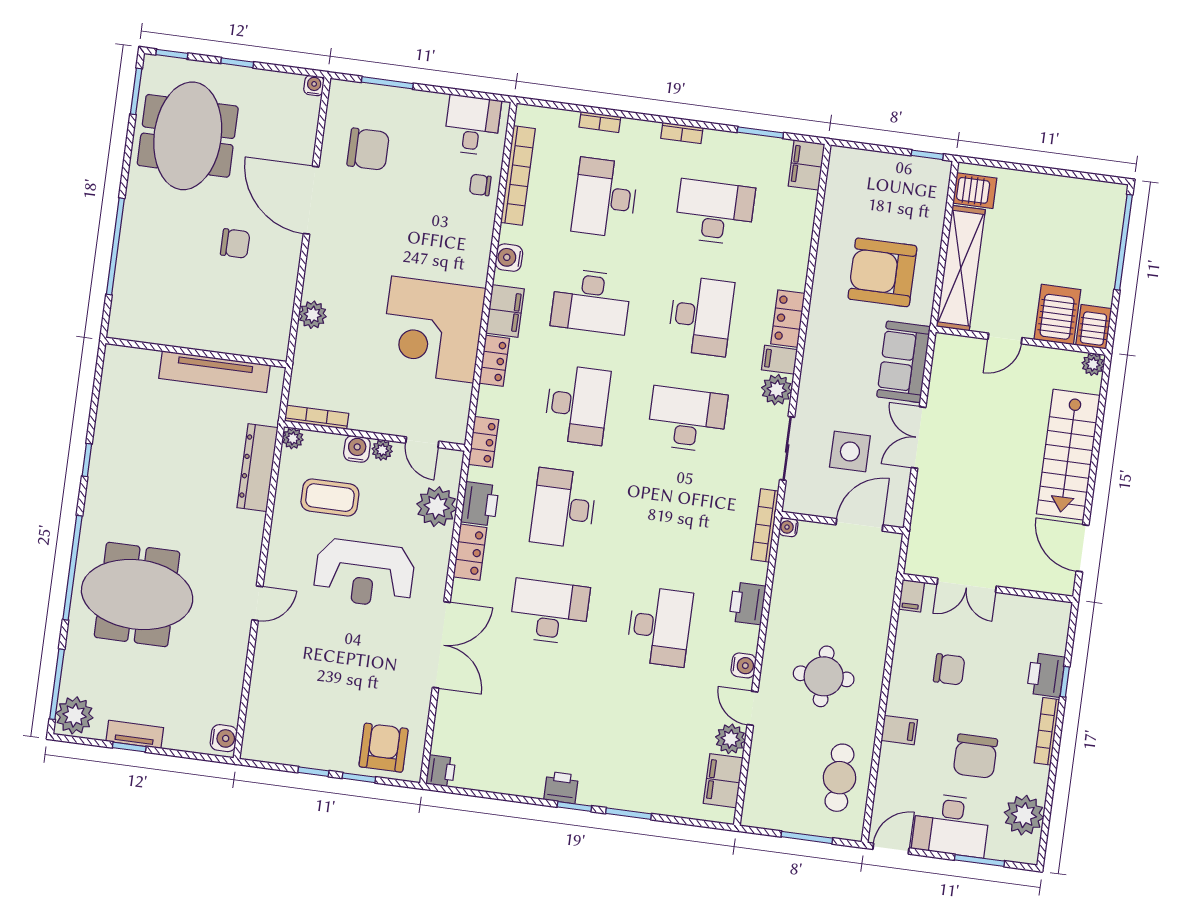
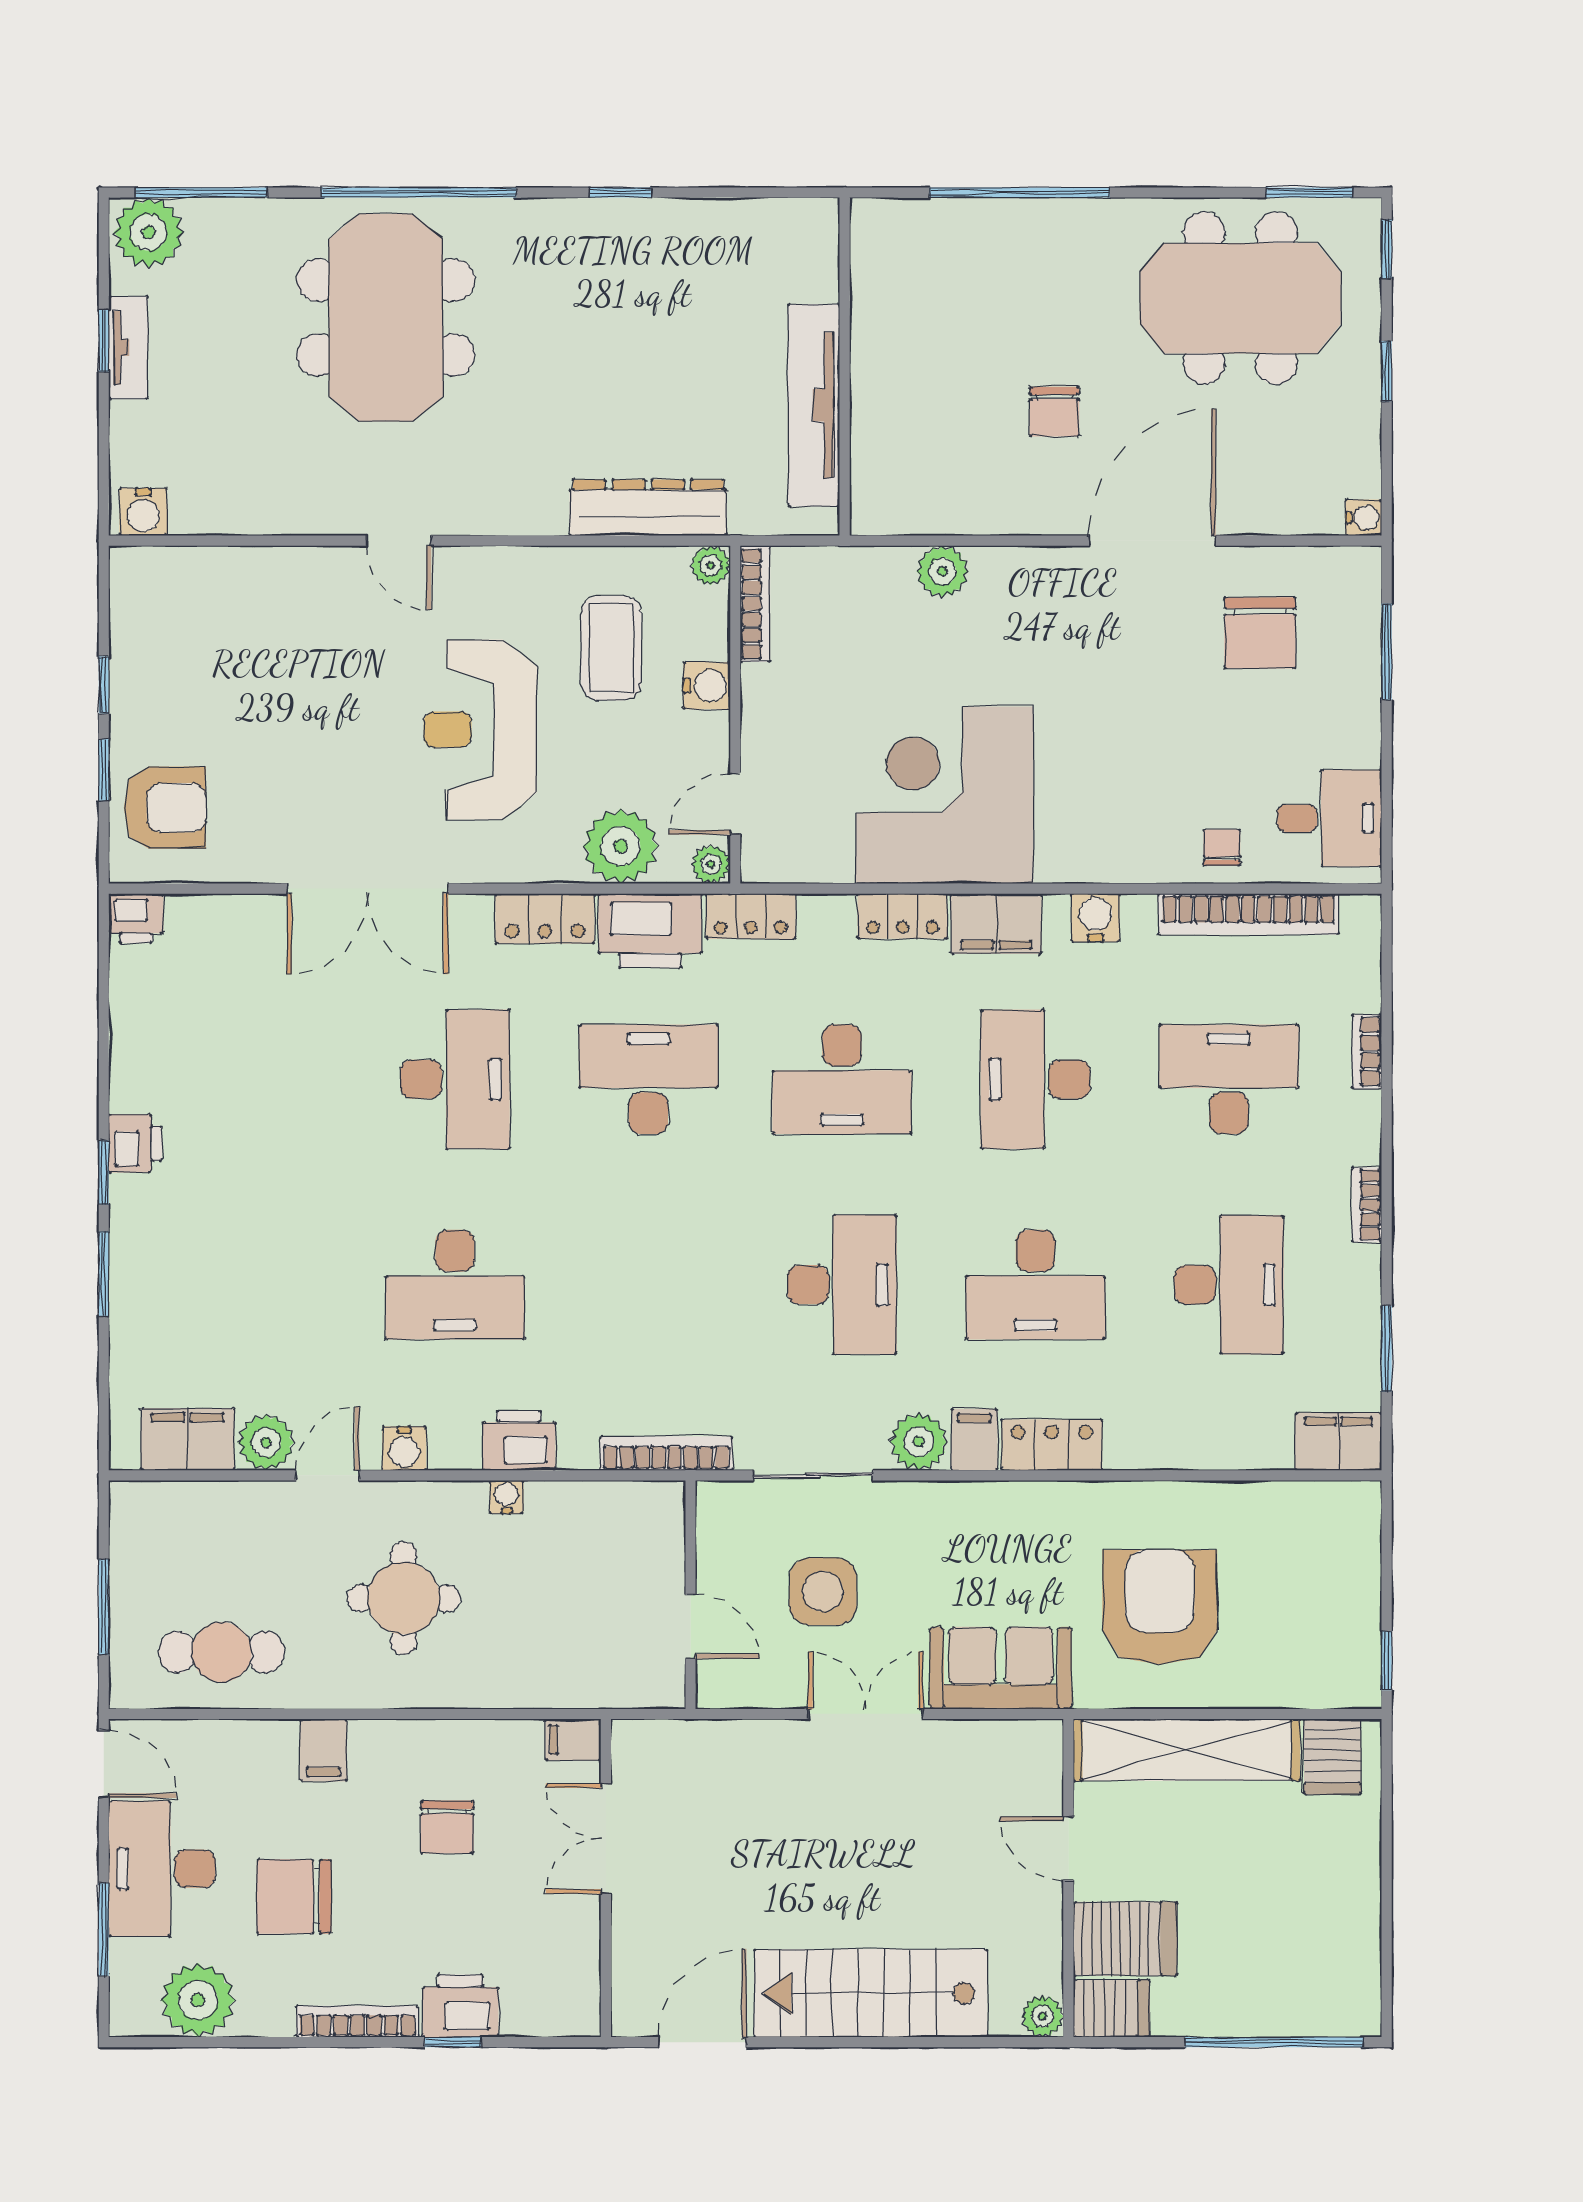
plant: (382, 450) -> (711, 864), moved
printer: (480, 504) -> (650, 931), width x1.37, depth x1.19
door: (859, 525) -> (690, 1627), width x0.73
water cooler: (788, 527) -> (507, 1497), moved

